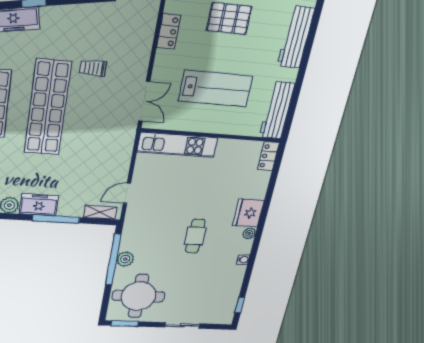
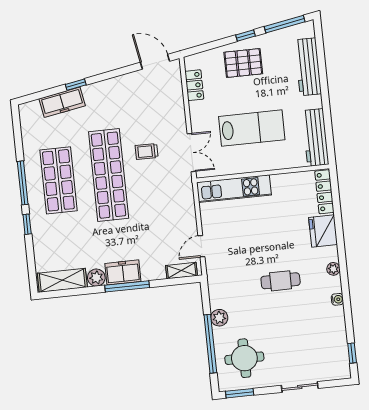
trolley: (93, 68) -> (147, 151), moved
locker: (268, 156) -> (324, 192), width x1.53
fridge: (248, 213) -> (323, 231), moved
window: (56, 219) -> (127, 286), moved
cafe table: (195, 236) -> (281, 281), turned 90
window: (113, 260) -> (210, 344), moved
round table: (139, 296) -> (244, 358), width x0.73, depth x0.73

